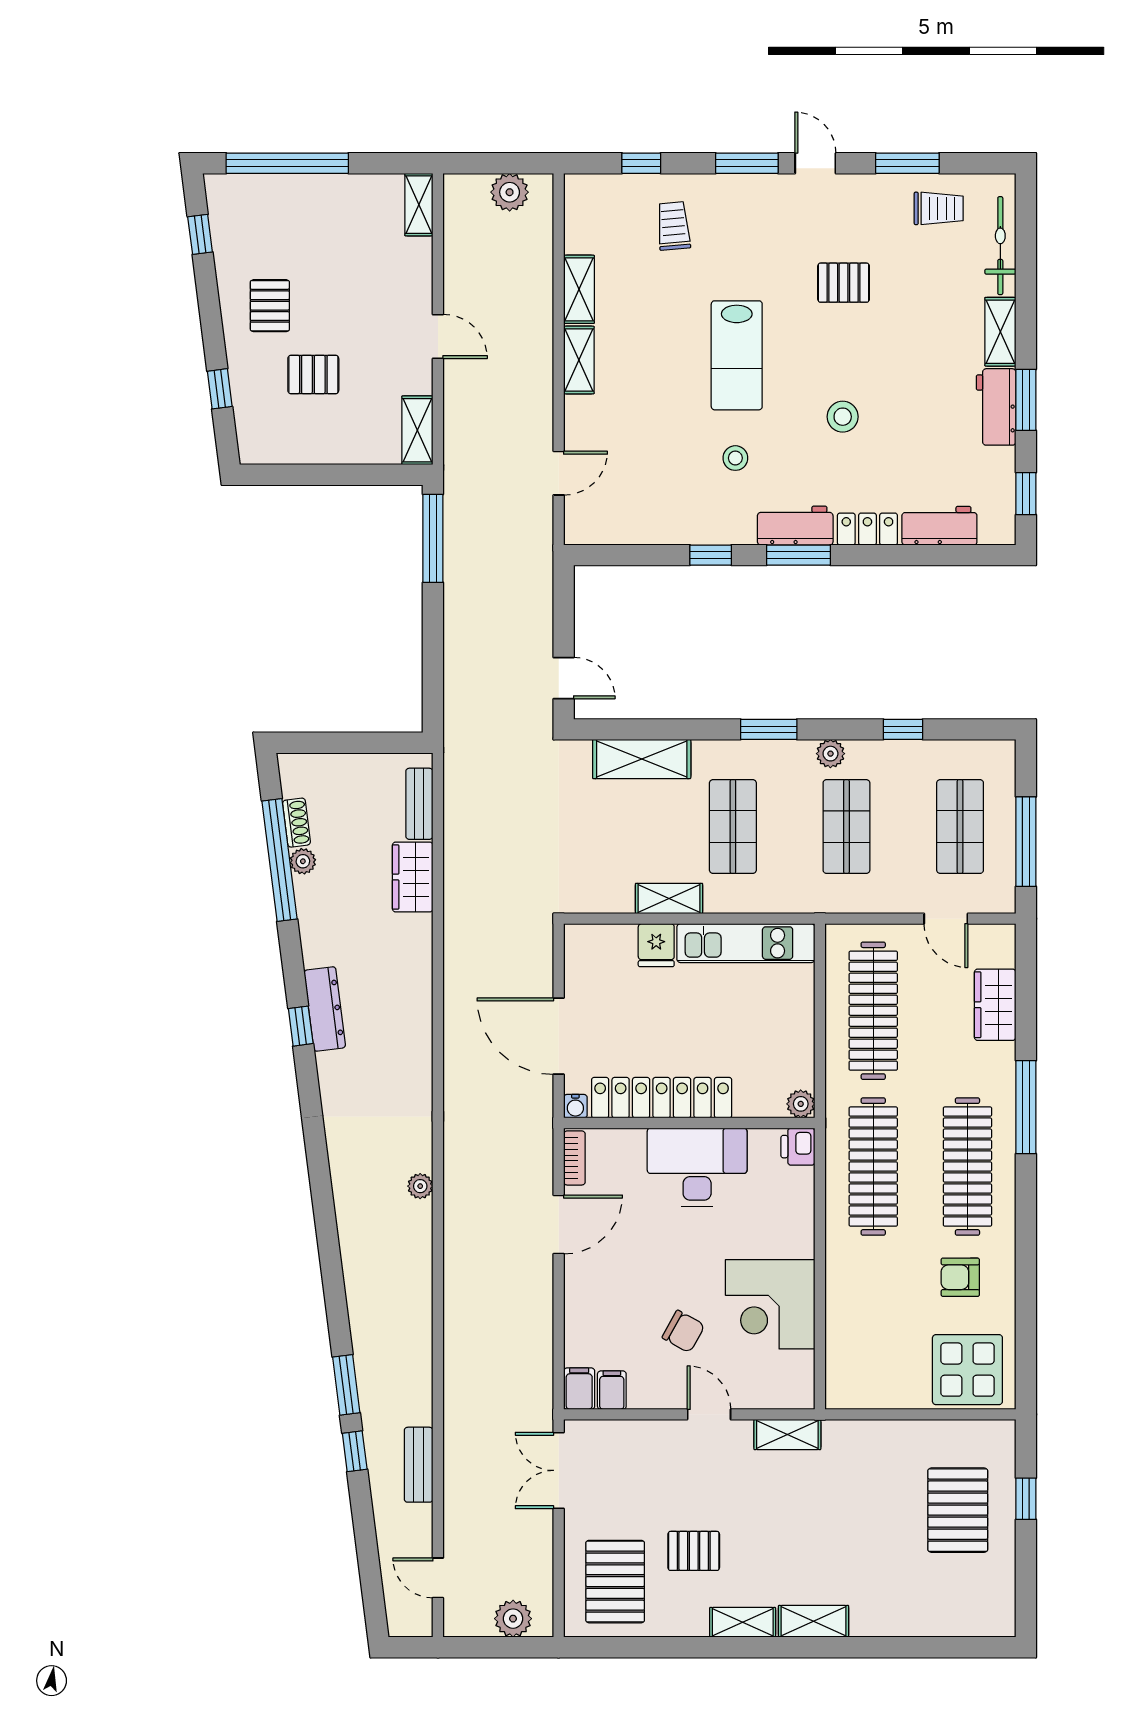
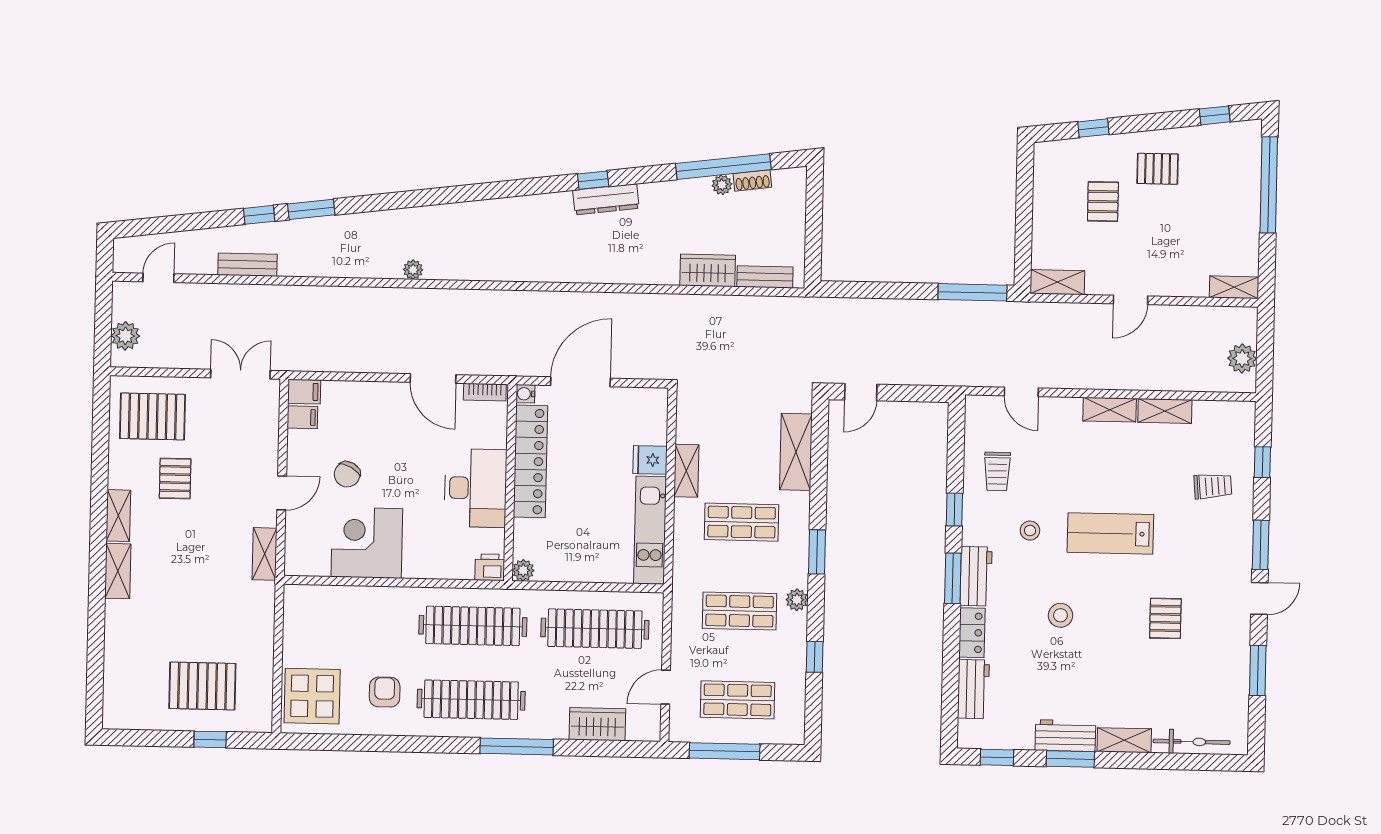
trolley: (939, 208) -> (997, 471), moved
plant: (420, 1186) -> (413, 270), moved

